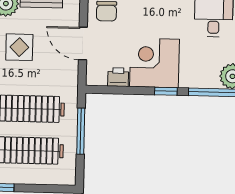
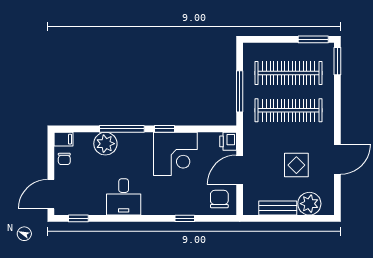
door: (83, 44) -> (240, 170), swing flipped
printer: (118, 77) -> (228, 141), moved, turned 90

